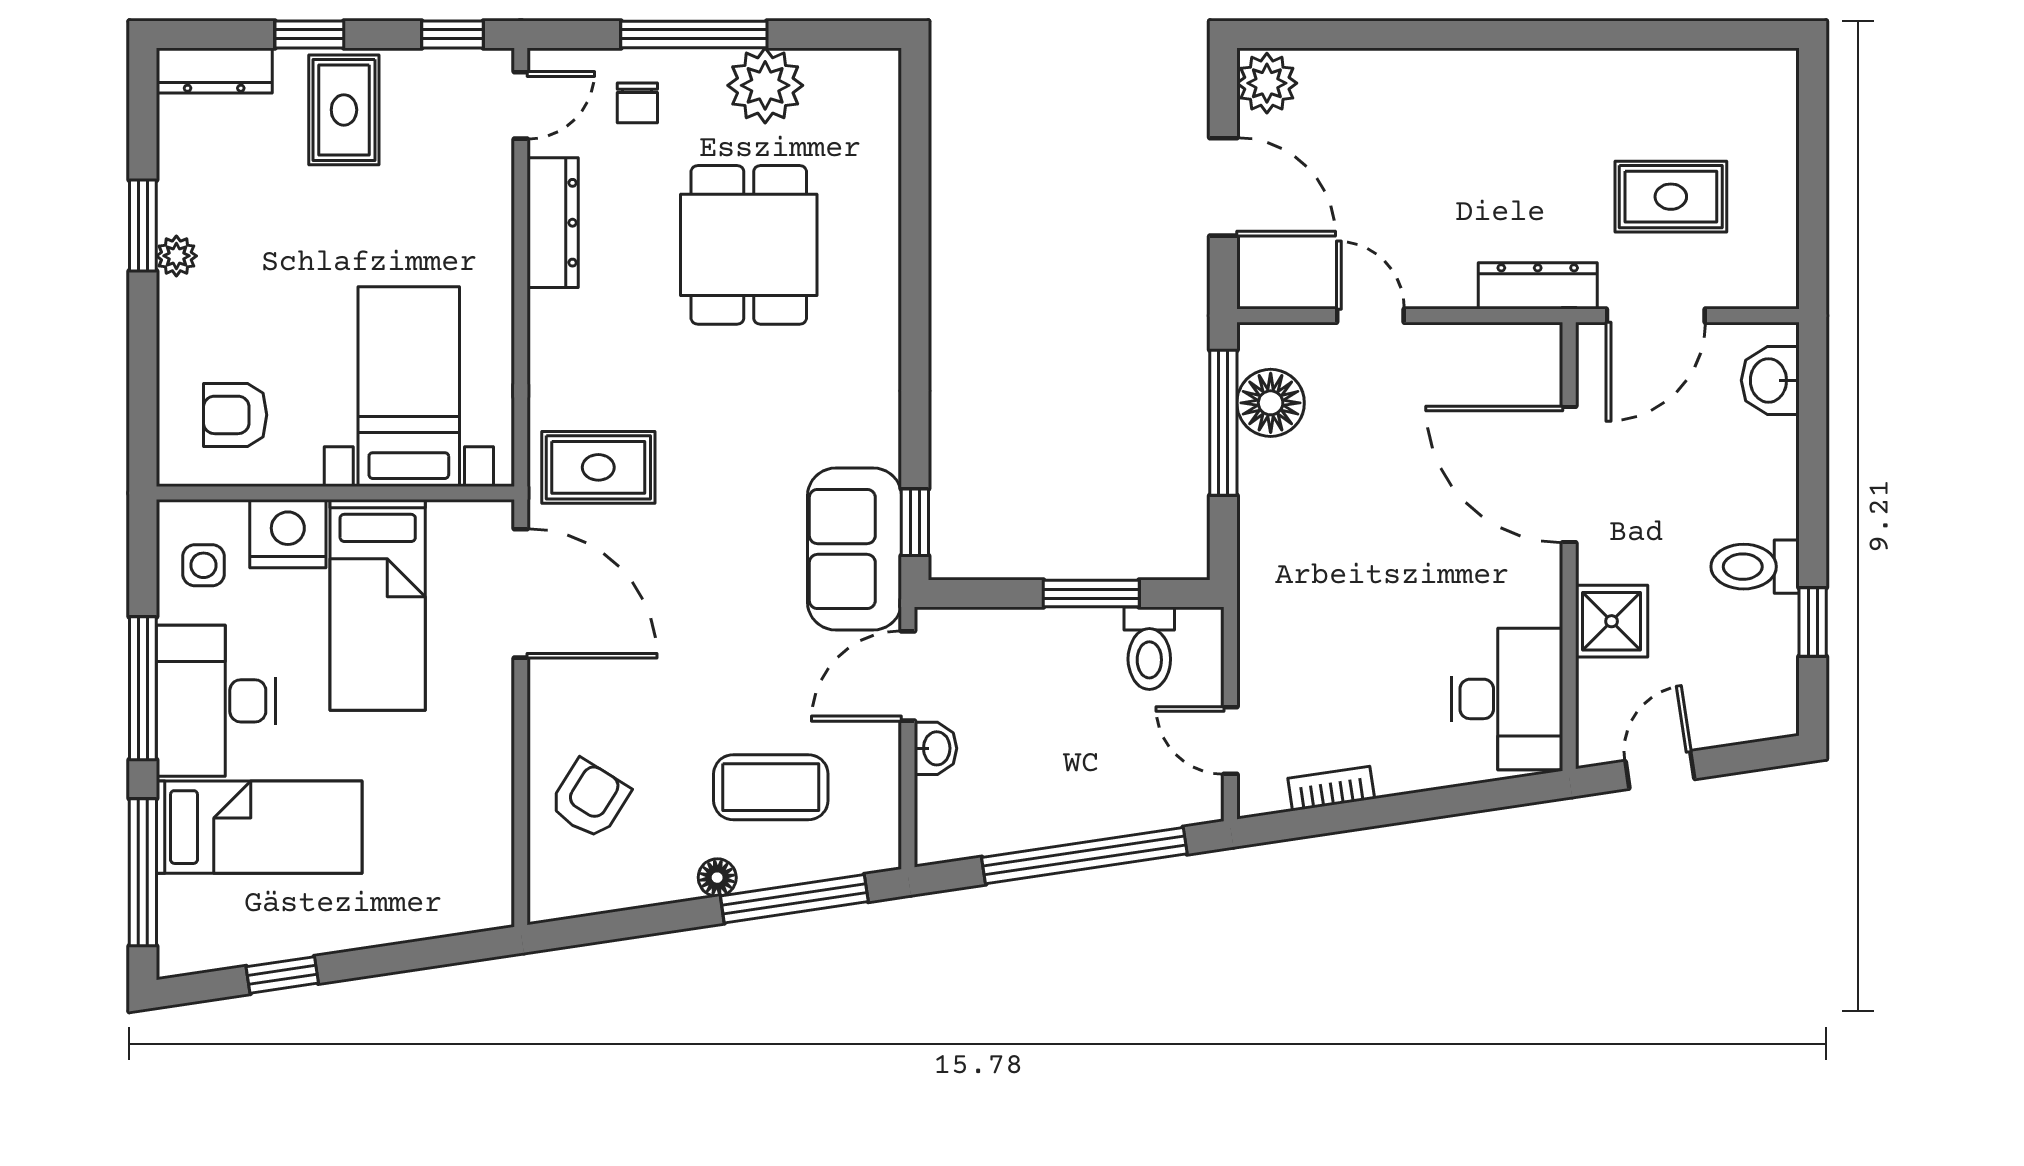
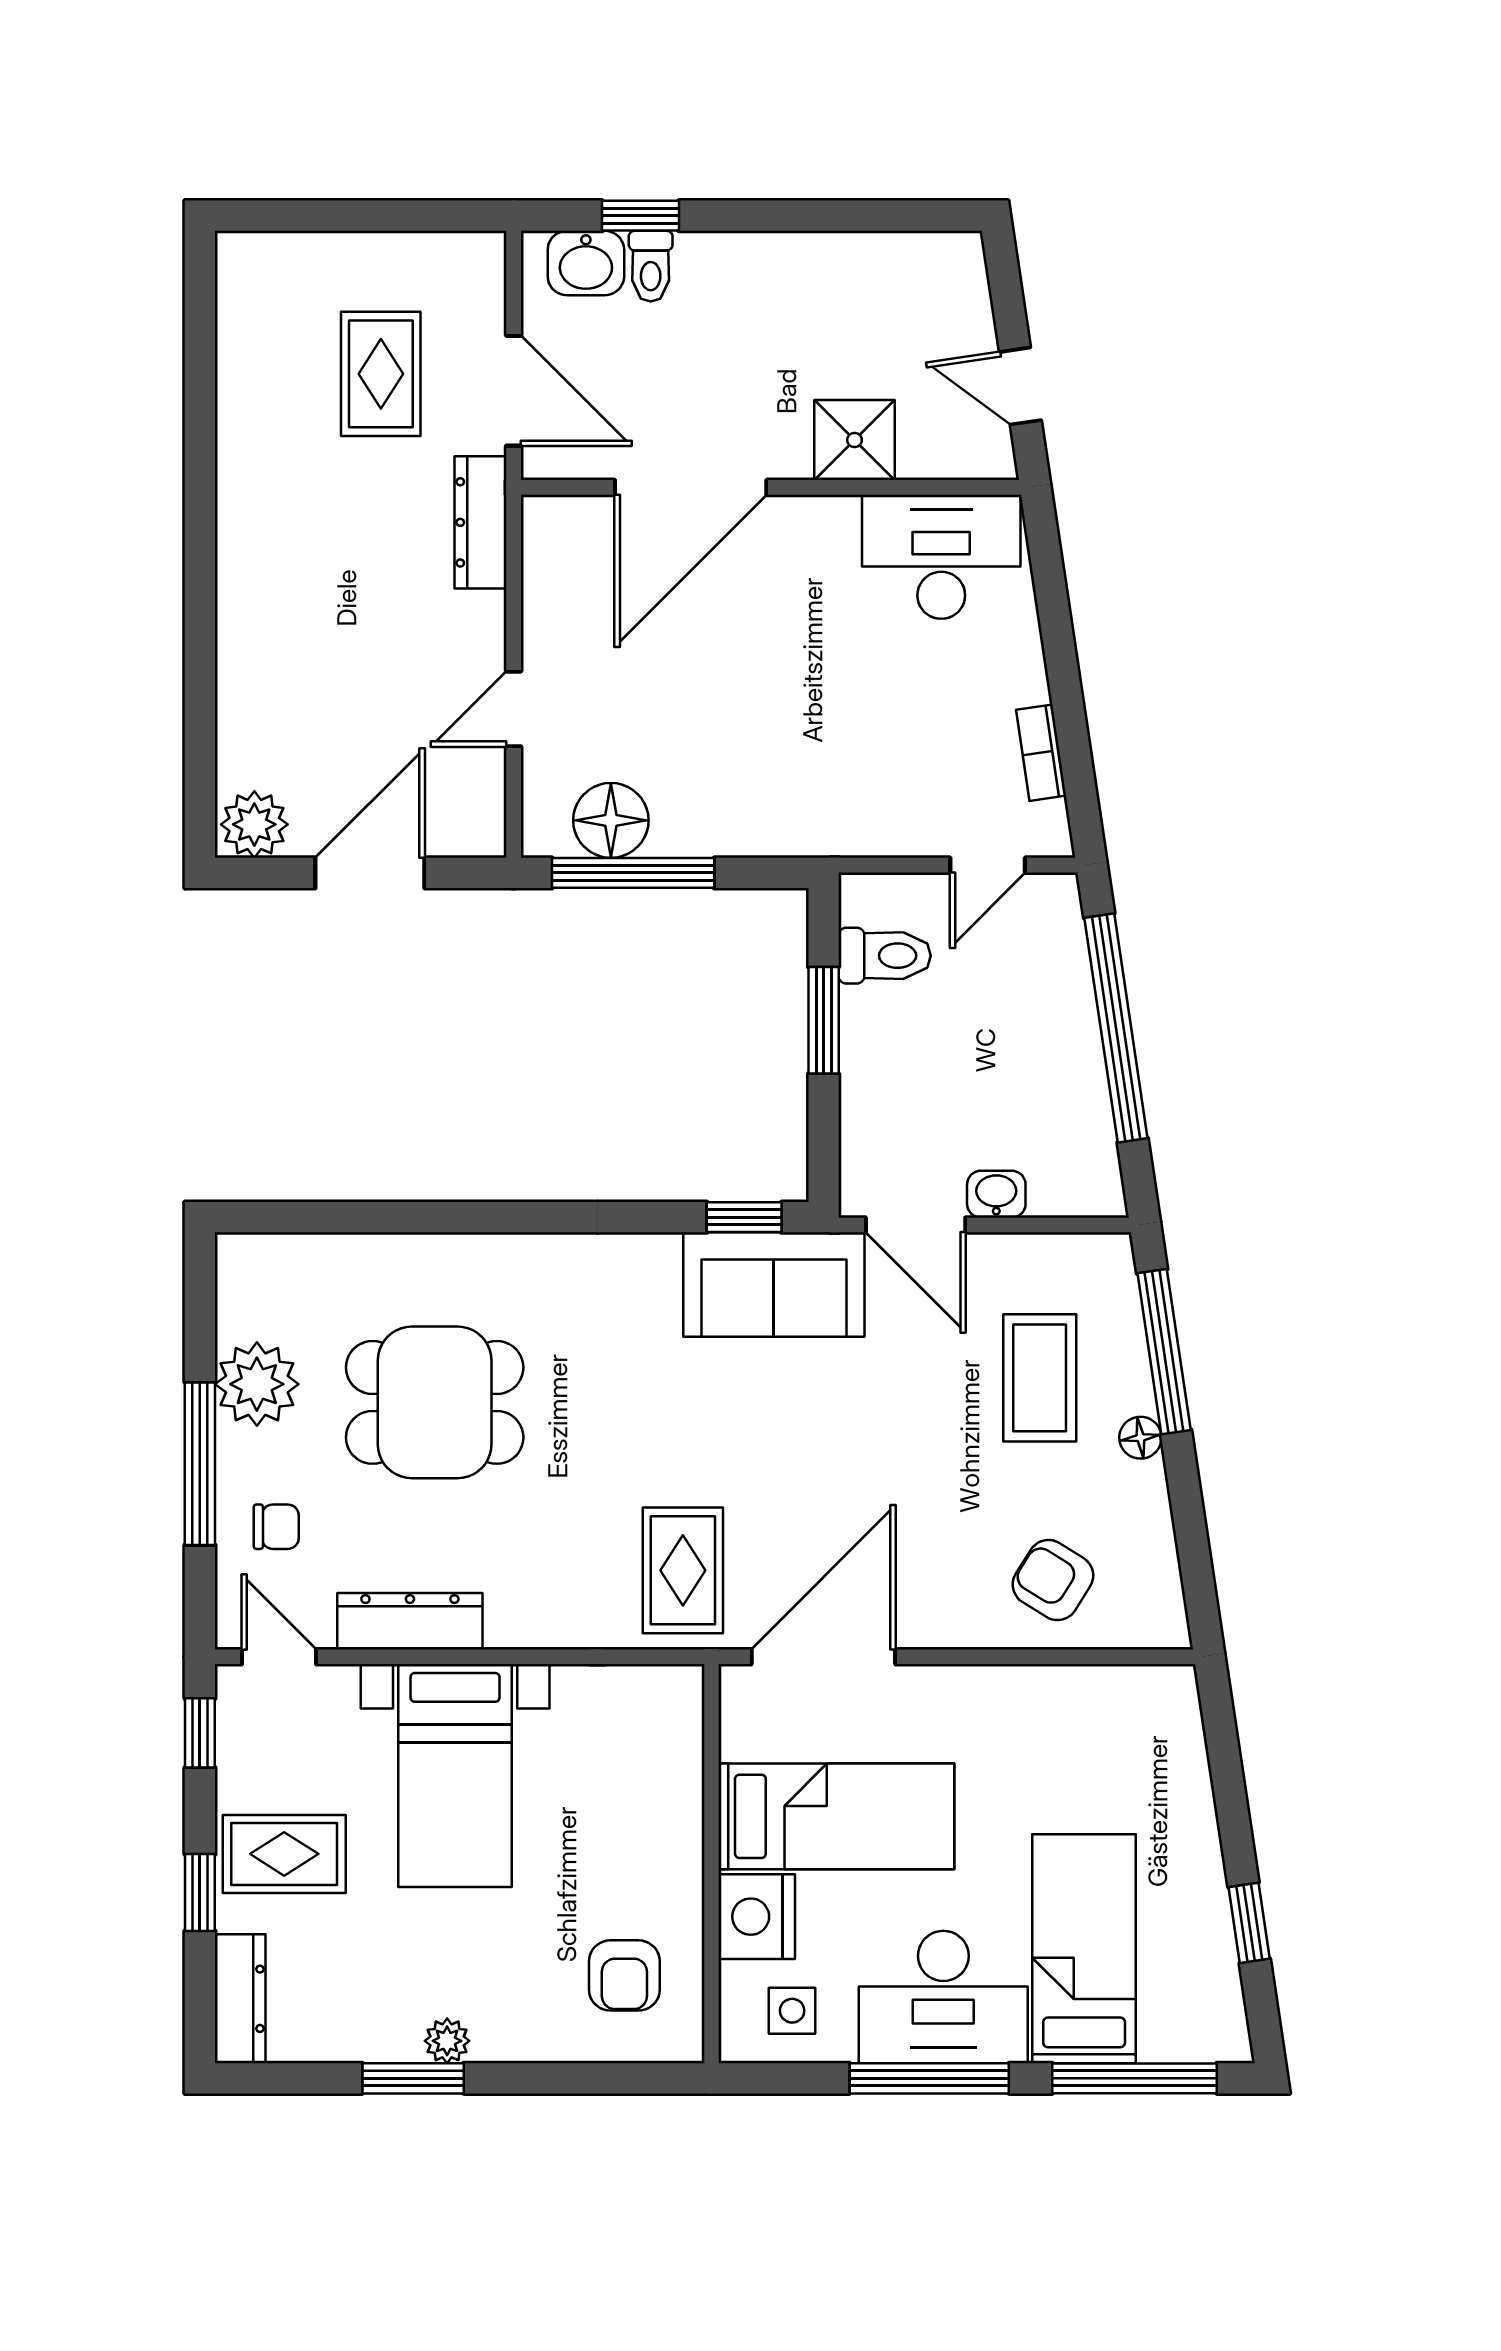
bed with nightstands: (409, 387) -> (455, 1776), moved, turned -90
toilet: (1755, 567) -> (651, 266), moved, width x0.73, depth x0.72
window: (1813, 622) -> (641, 216), moved

